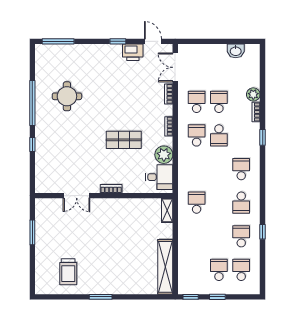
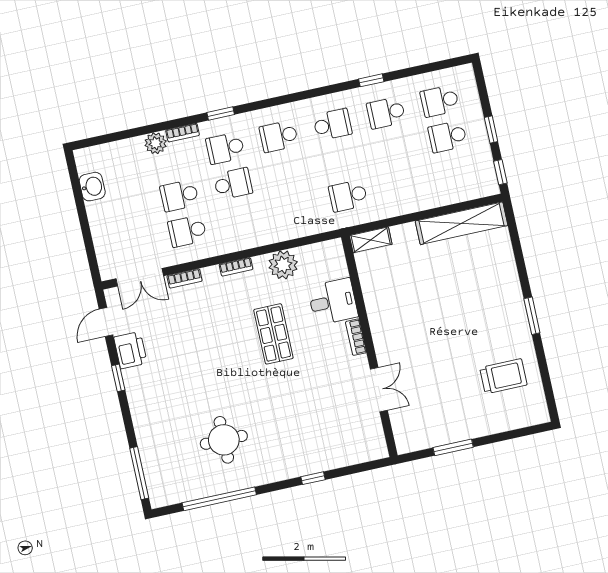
window: (32, 103) -> (219, 499), moved
school desk: (197, 135) -> (225, 148), moved
desk: (159, 177) -> (333, 302), moved, turned 90

